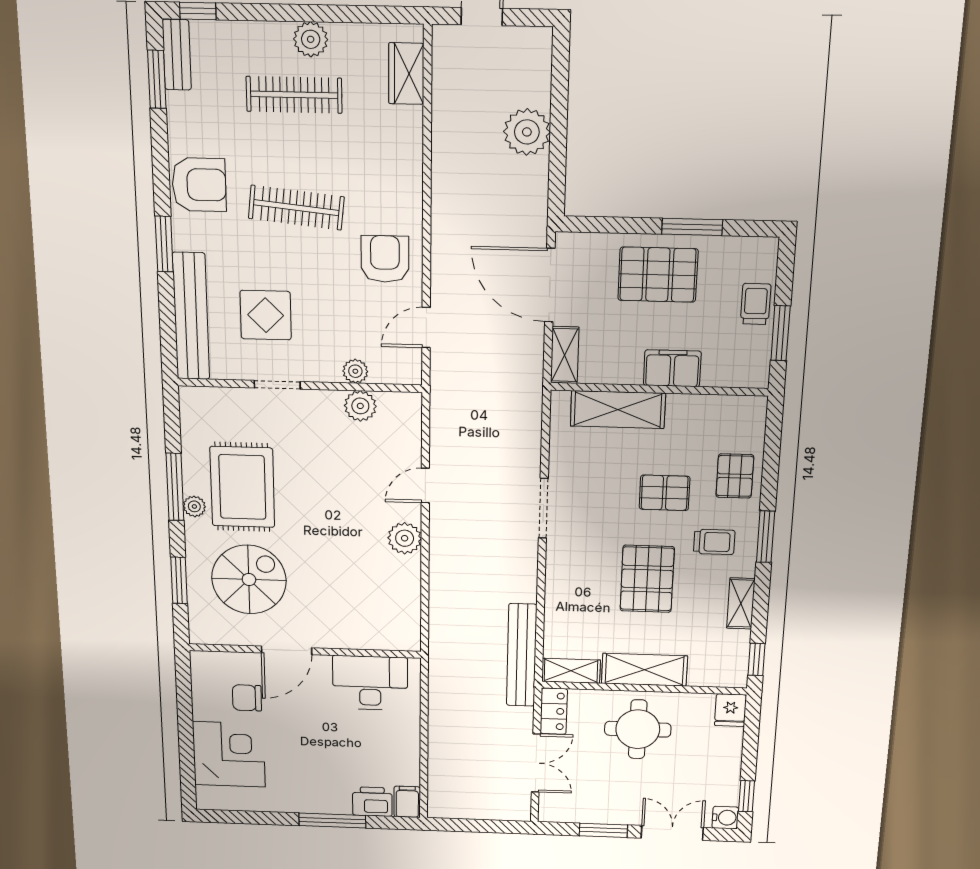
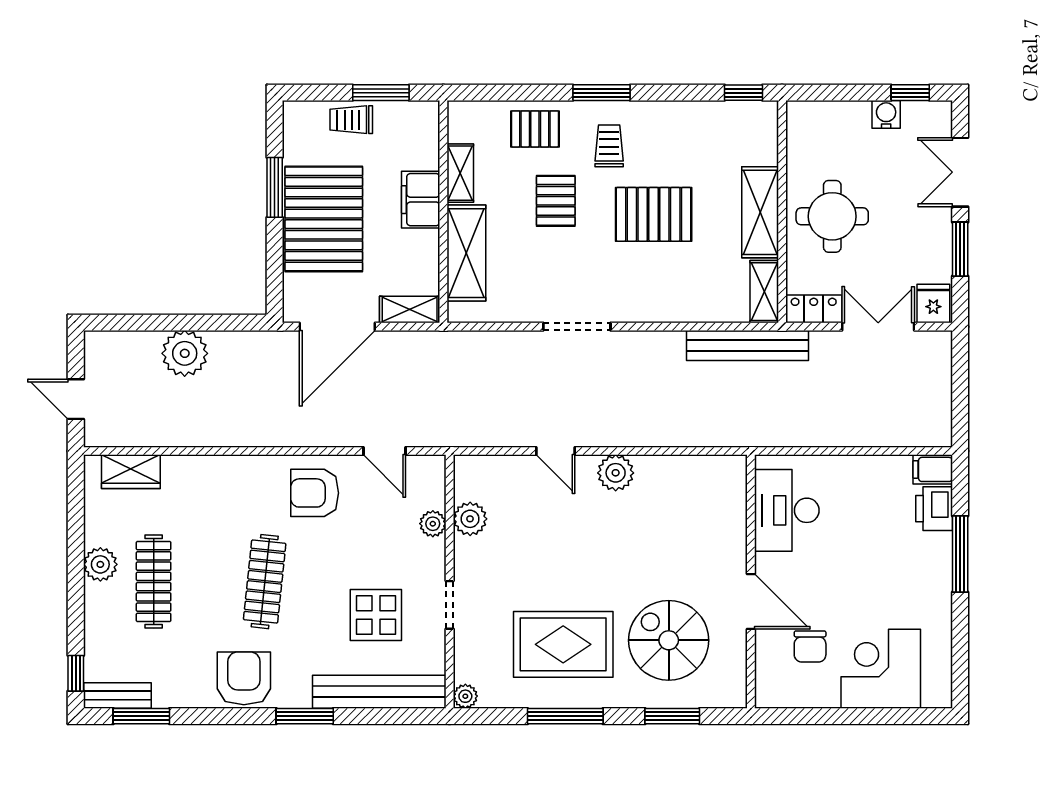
pallet: (658, 275) -> (324, 219), width x1.37, depth x1.41
plant: (194, 506) -> (465, 696), moved
shelving: (741, 603) -> (460, 173), moved, turned 90
fridge: (731, 710) -> (933, 304), moved, turned -90
water cooler: (725, 818) -> (886, 114), moved

